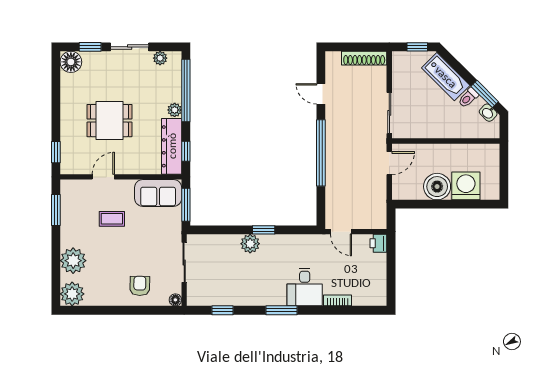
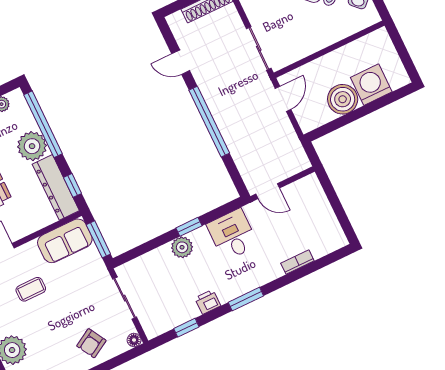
plant: (175, 110) -> (32, 146), width x1.87, depth x1.87
printer: (378, 243) -> (208, 302), moved, turned 90
armchair: (140, 286) -> (91, 343), turned -121
desk: (305, 287) -> (232, 235), moved, turned 180

